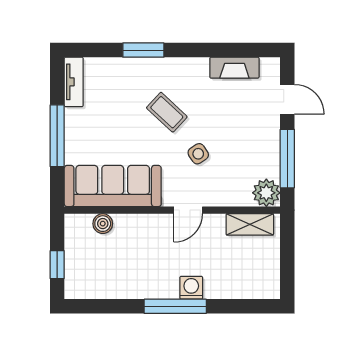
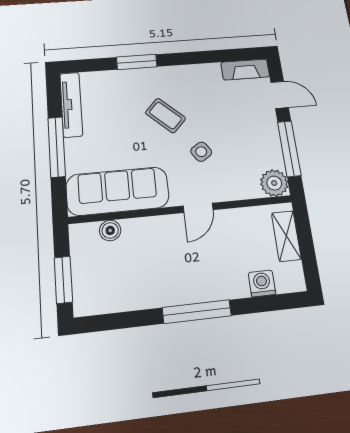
fireplace: (234, 68) -> (245, 69), moved
tv unit: (74, 82) -> (71, 104), width x1.41
shelving: (250, 224) -> (286, 236), moved, turned 90
window: (57, 265) -> (63, 280), width x1.50
washing machine: (191, 288) -> (262, 283), moved

